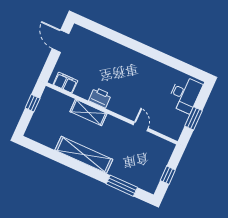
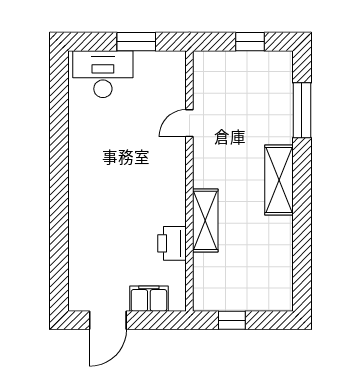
filing cabinet: (65, 83) -> (149, 299), moved, turned 90
printer: (100, 98) -> (172, 243), moved
shelving: (84, 155) -> (279, 180), width x0.68

